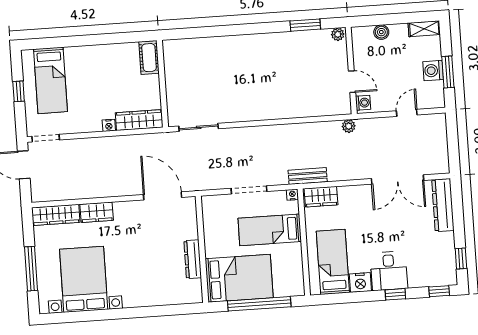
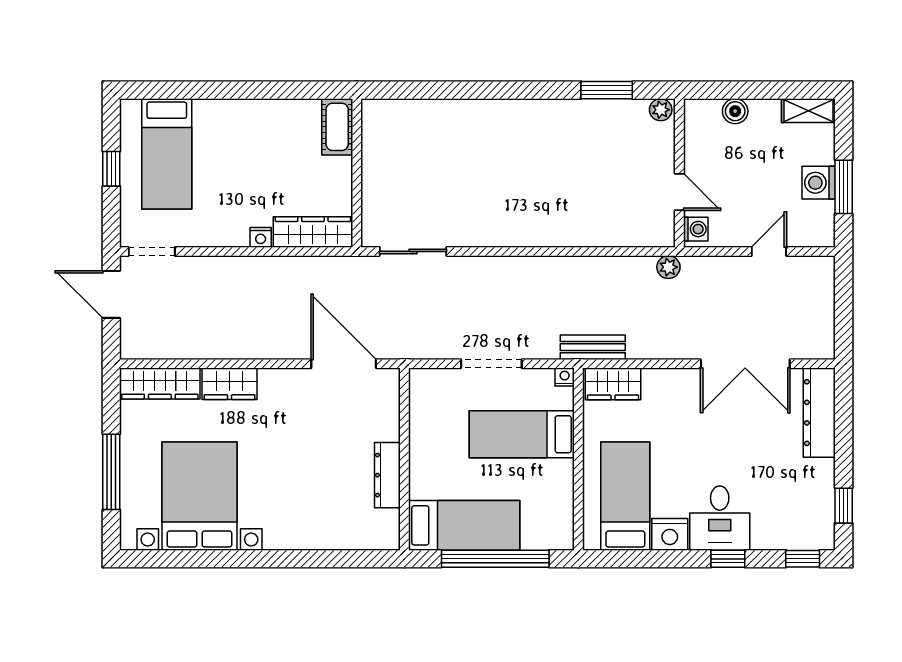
bed: (239, 278) -> (464, 525), width x0.67

